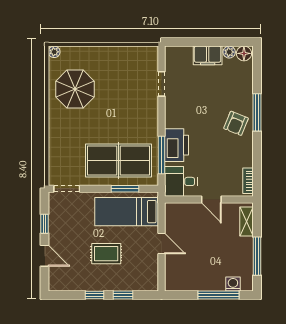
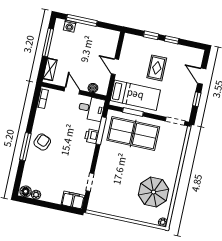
filing cabinet: (208, 55) -> (73, 200), moved
printer: (177, 145) -> (92, 136), width x0.53, depth x0.68
boiler: (185, 209) -> (93, 88), added
rug: (106, 254) -> (157, 68), turned 90

